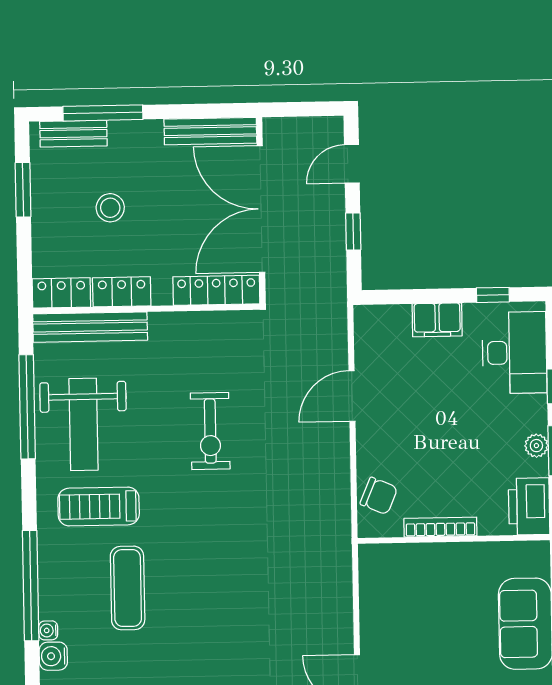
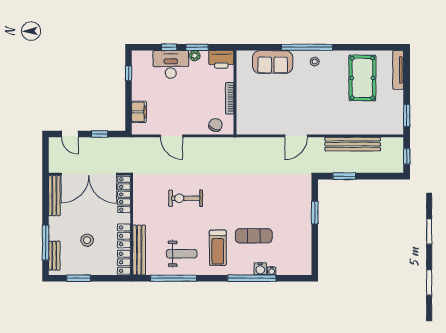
filing cabinet: (437, 320) -> (139, 112), moved
desk: (514, 353) -> (171, 64), moved
weight bench: (84, 424) -> (182, 254), width x0.73, depth x0.75
exercise bike: (210, 431) -> (186, 198), turned 180
water cooler: (53, 656) -> (260, 269), moved

